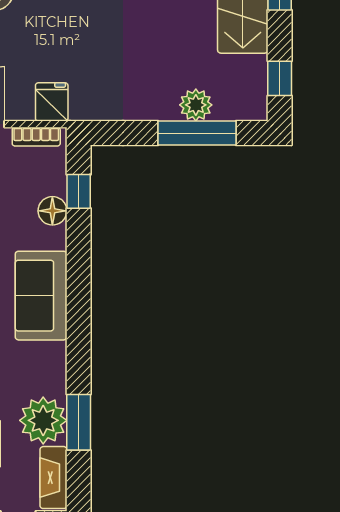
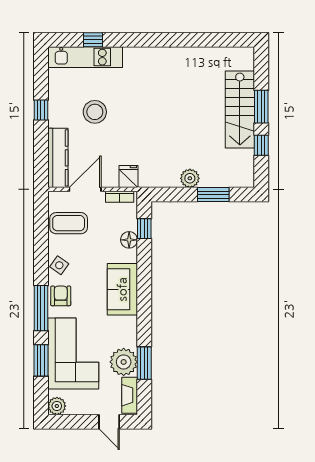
window: (280, 78) -> (261, 145), moved
plant: (196, 105) -> (190, 178), moved
window: (197, 133) -> (213, 195), width x0.69

